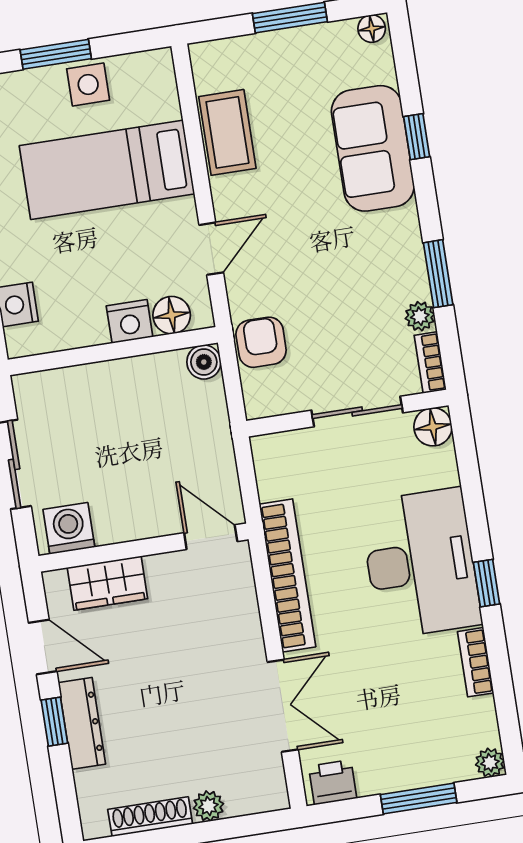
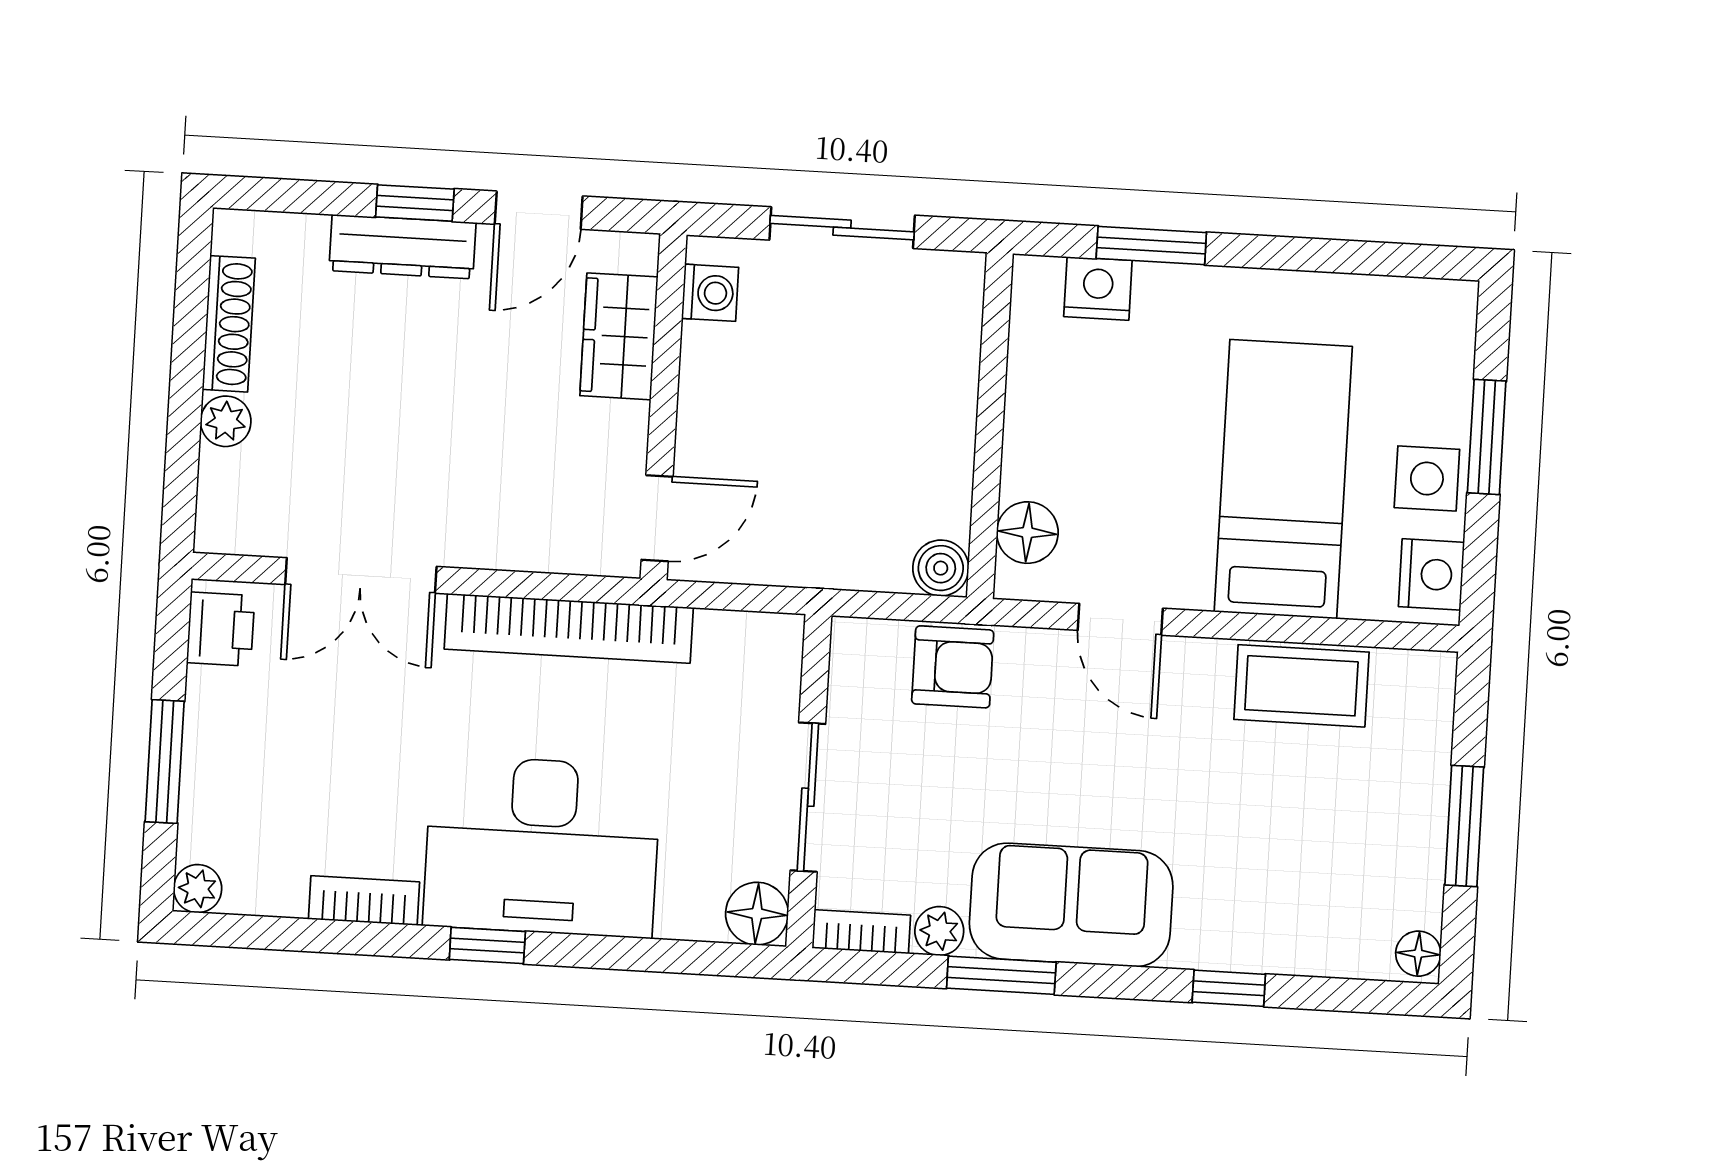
sofa: (373, 148) -> (1071, 905), moved
nightstand: (130, 321) -> (1431, 574), moved, turned 180
washing machine: (69, 528) -> (710, 293), width x0.73, depth x0.73

